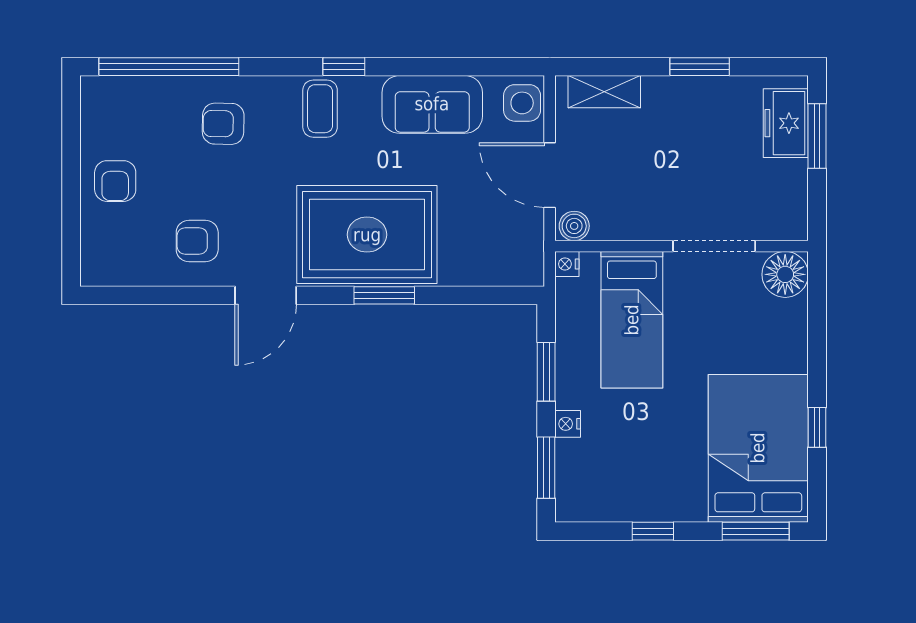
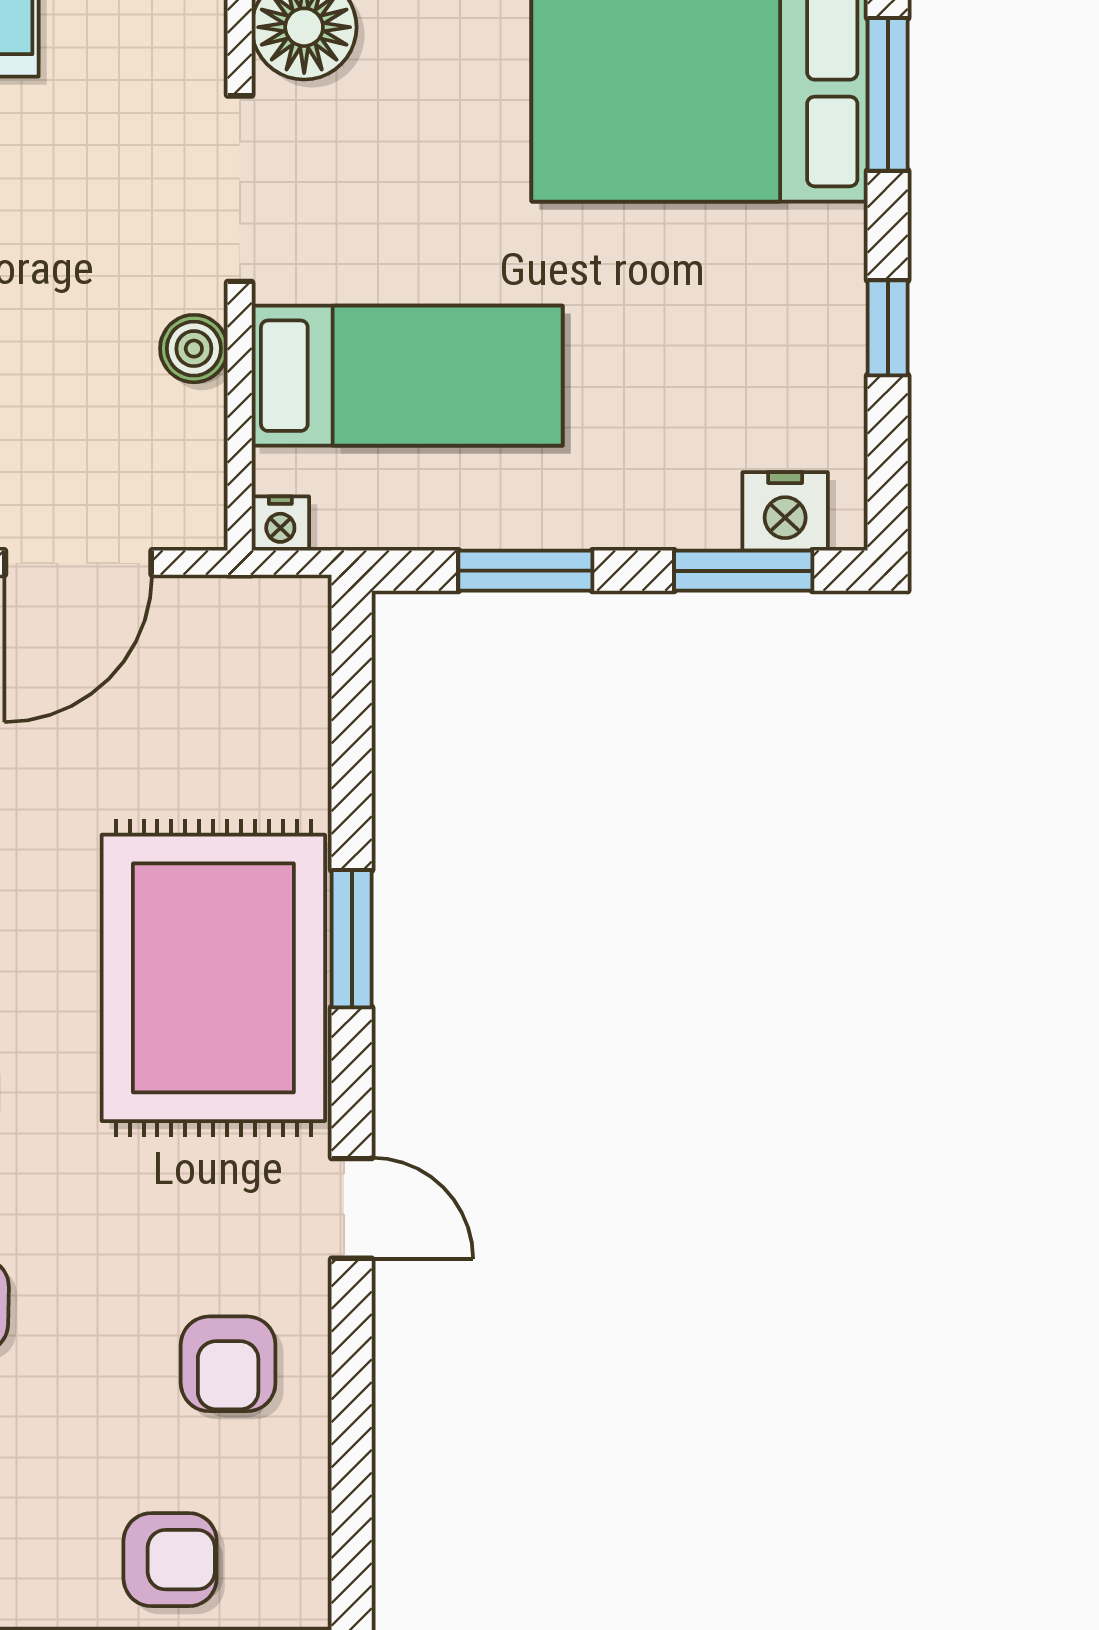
armchair: (115, 181) -> (170, 1560), moved
boiler: (574, 226) -> (194, 349), moved
door: (266, 295) -> (352, 1208), width x0.73
nightstand: (568, 424) -> (785, 511), moved, width x1.39, depth x1.35

